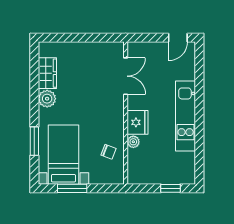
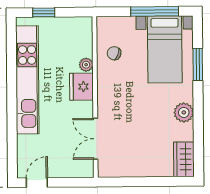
wardrobe: (47, 73) -> (184, 159), moved
kitchen unit: (186, 116) -> (27, 80), width x1.36
window: (72, 188) -> (155, 11), width x1.44

